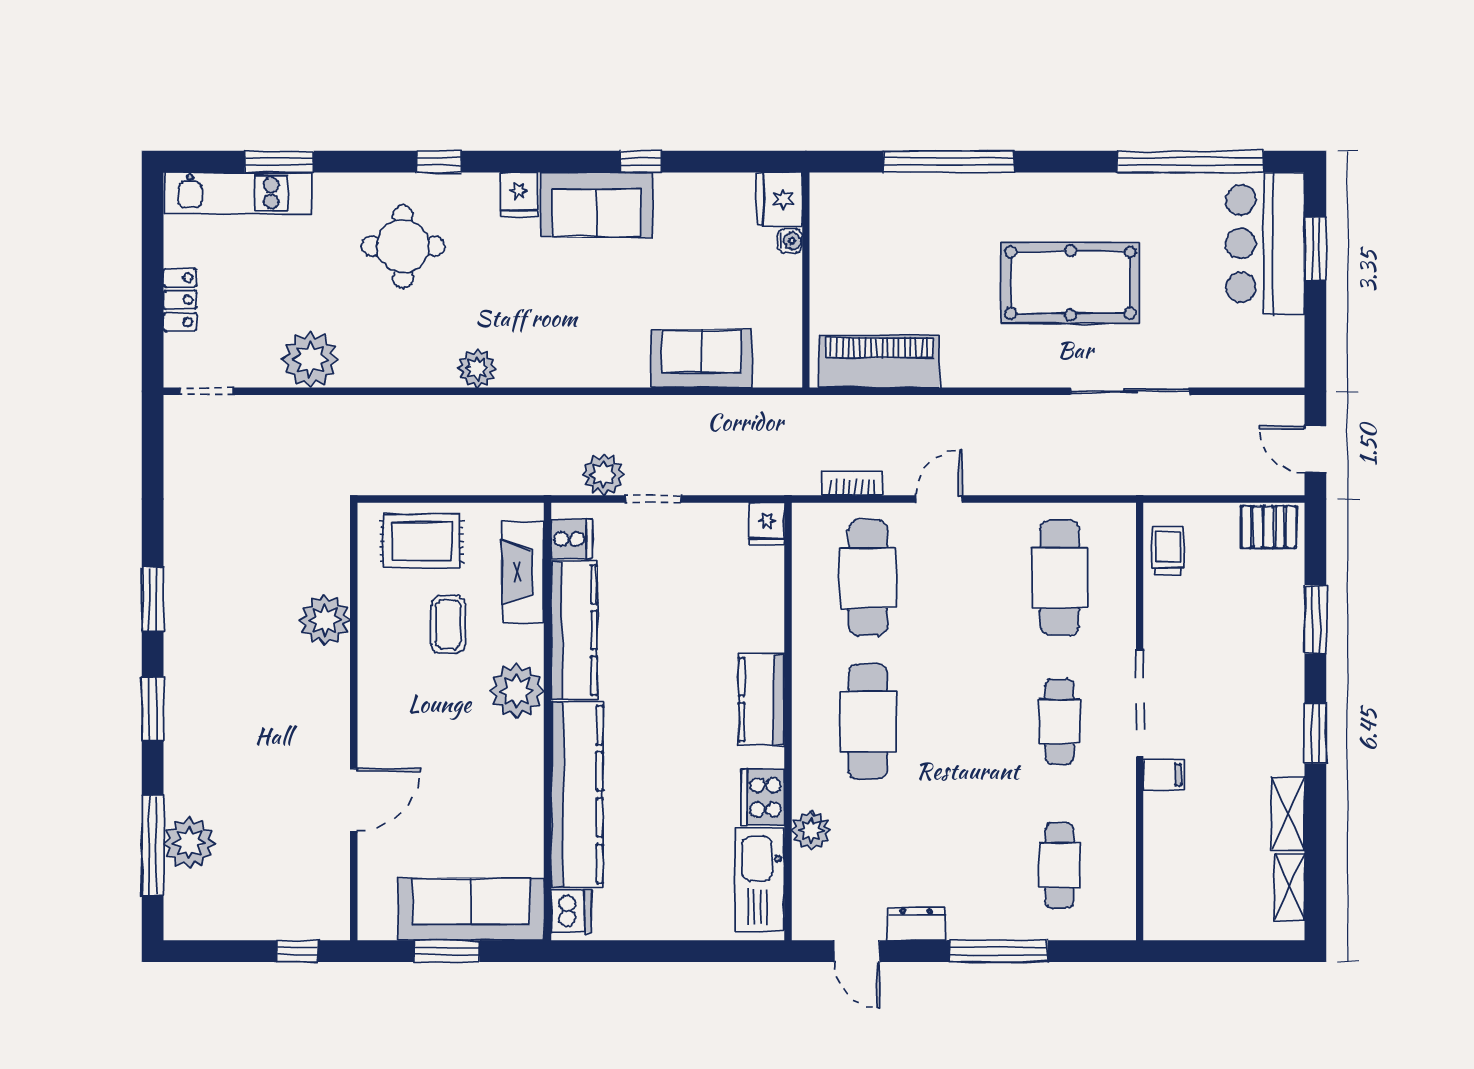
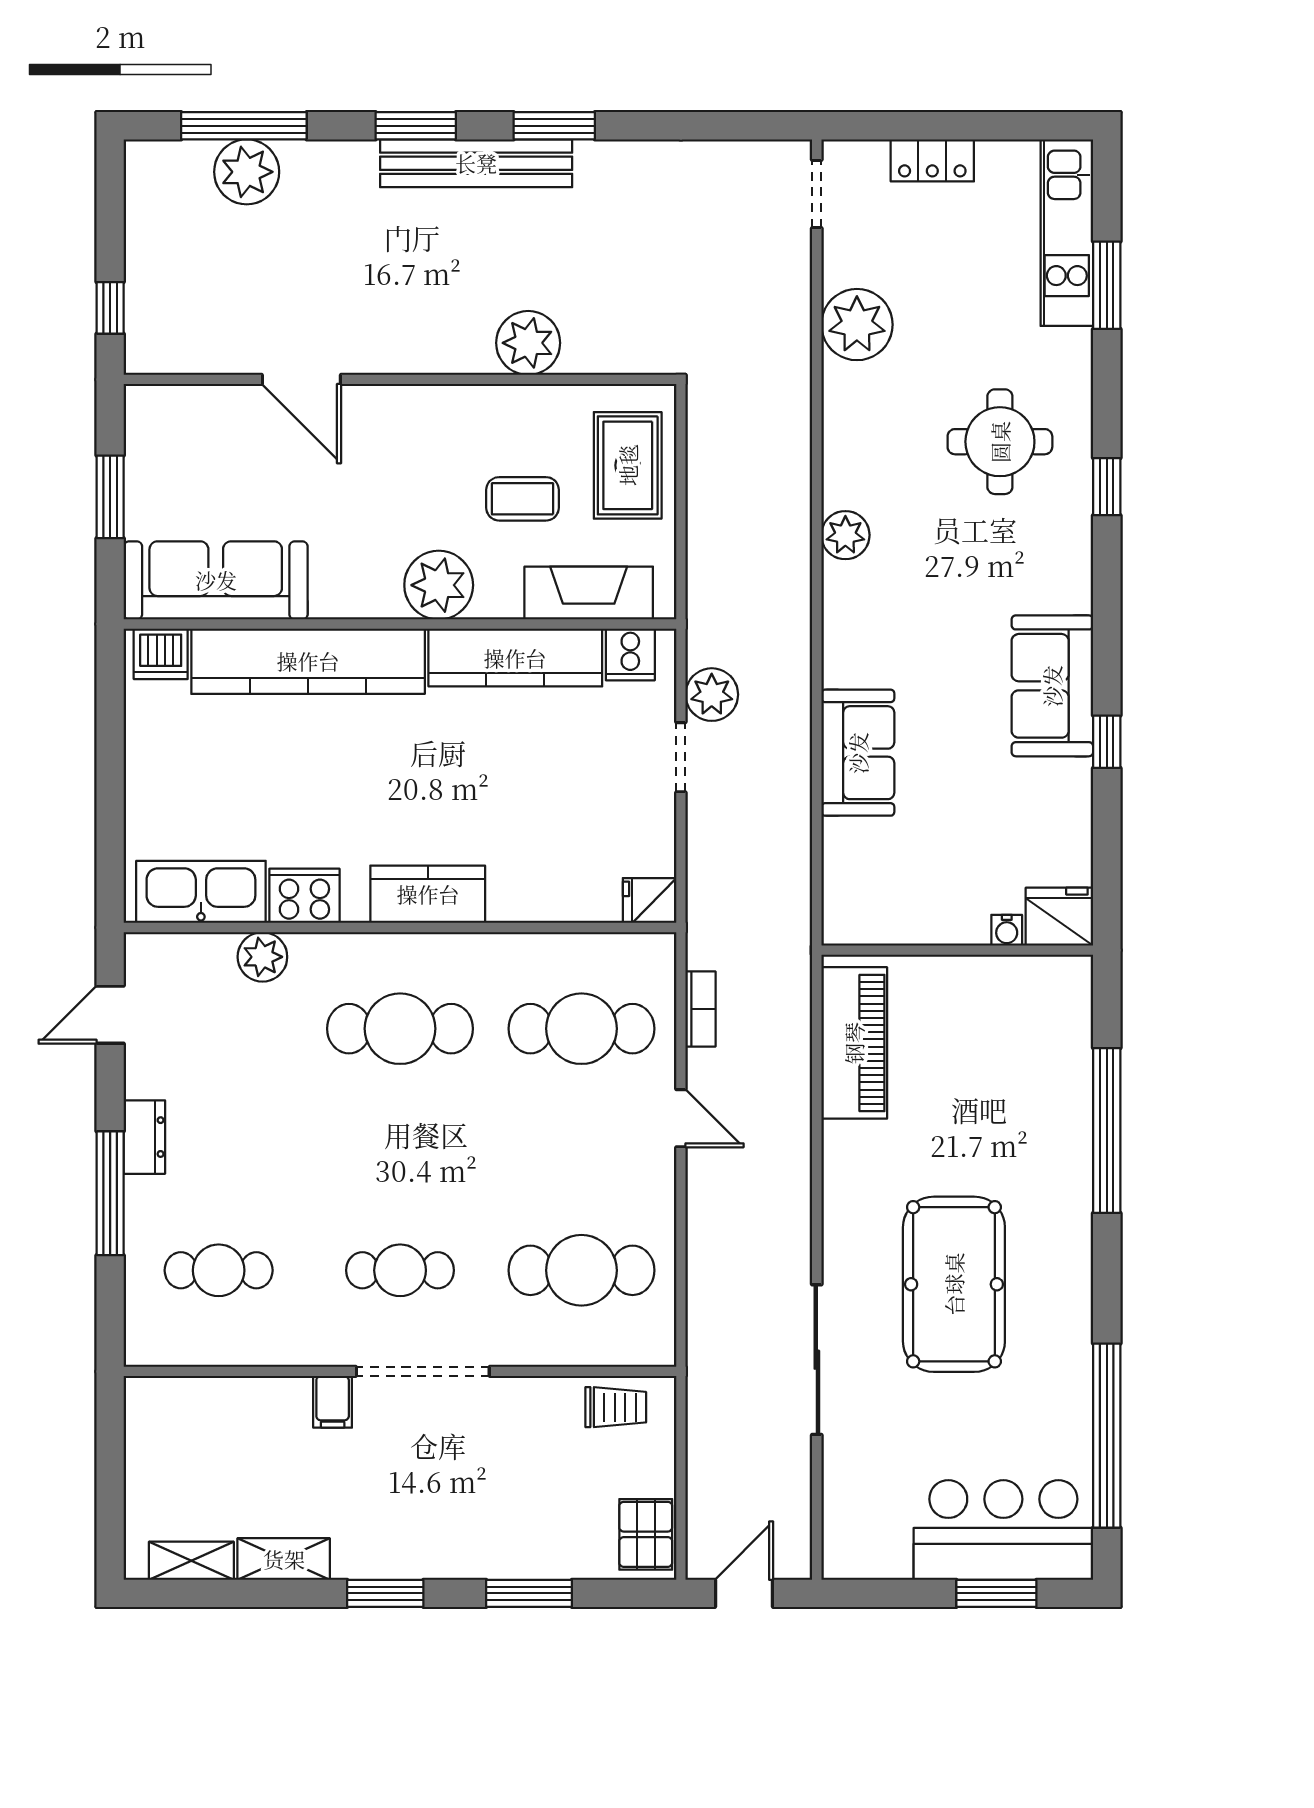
fridge: (519, 195) -> (1065, 588), removed
sofa: (702, 359) -> (858, 753), moved
bench: (182, 661) -> (476, 163), added
sofa: (471, 909) -> (216, 580), moved, turned -90
dresser: (916, 924) -> (144, 1137), moved

